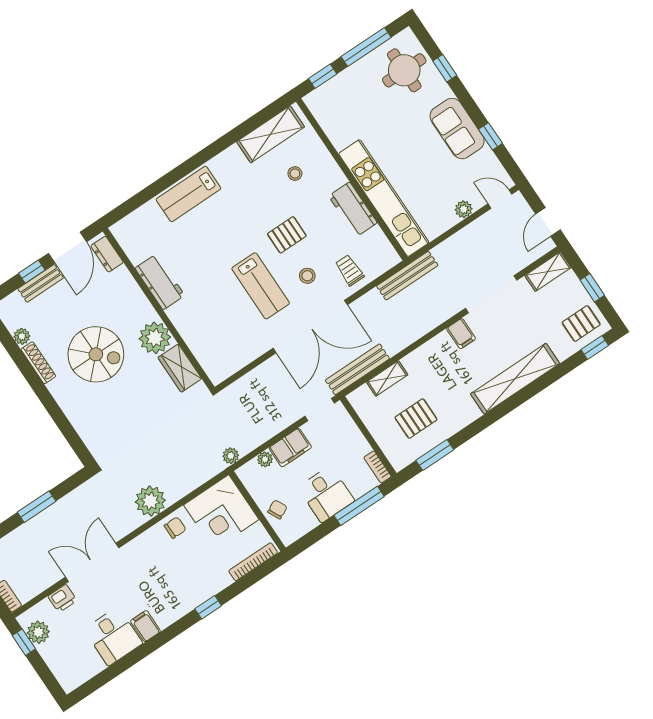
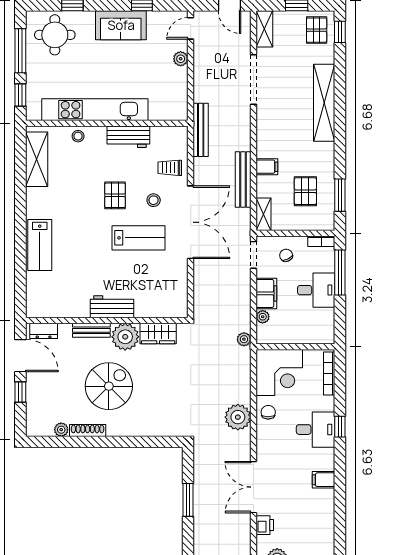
stool: (295, 174) -> (78, 136), moved
kitchen unit: (384, 198) -> (95, 110), moved
workbench: (160, 282) -> (112, 307), moved
bench: (41, 283) -> (91, 330), moved, turned 90
filing cabinet: (461, 334) -> (267, 167), moved
bench: (357, 369) -> (243, 179), moved
shelving: (387, 378) -> (263, 214), moved
chair: (277, 509) -> (286, 255), moved
desk: (113, 636) -> (316, 430), moved

